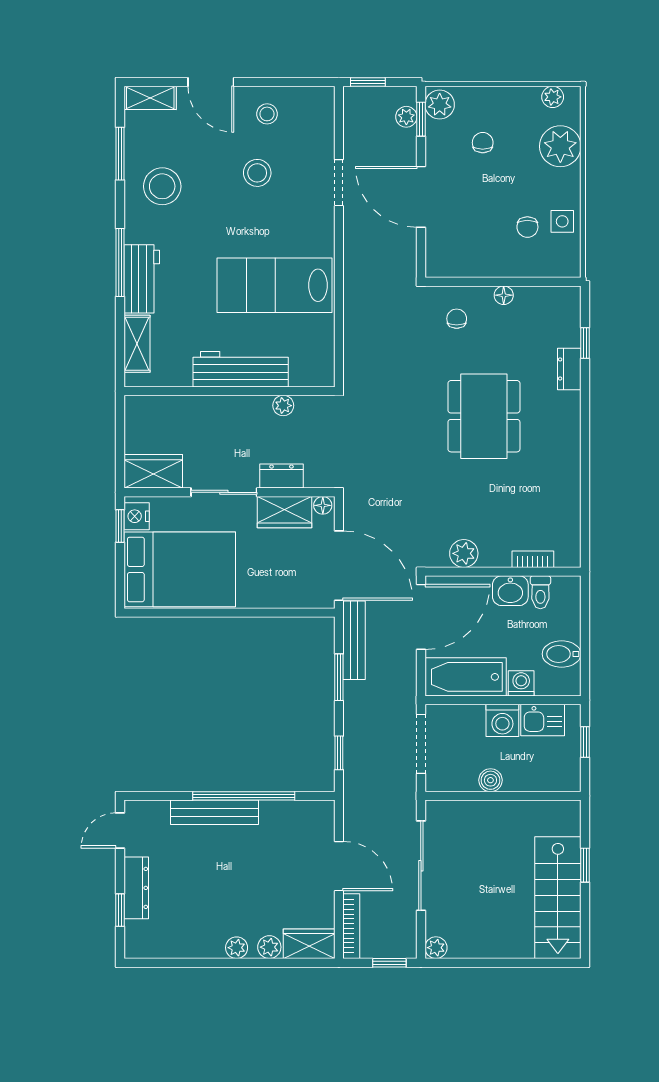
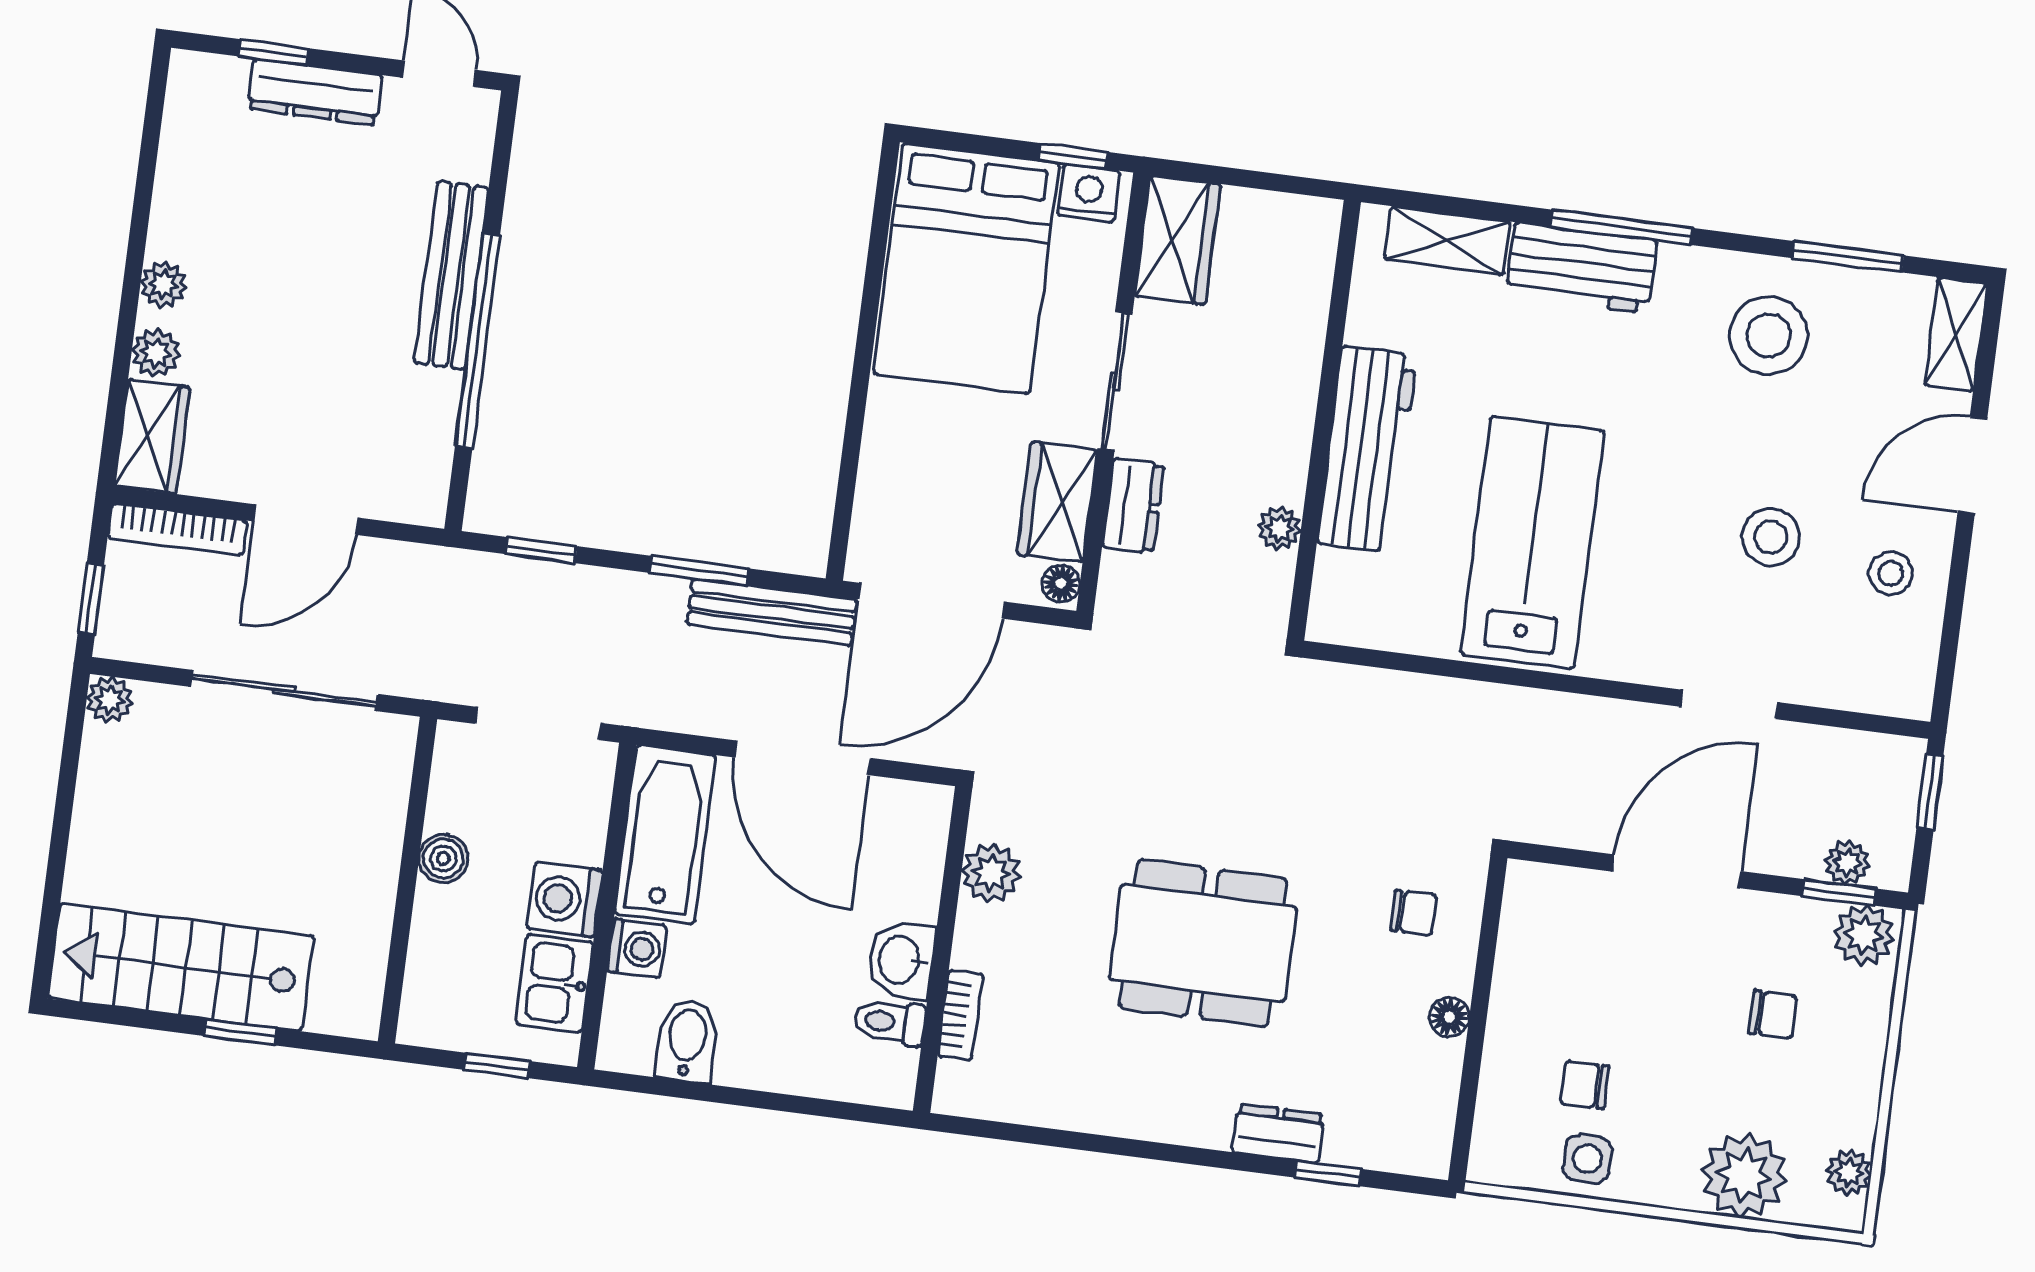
plant: (464, 553) -> (991, 873), moved
bookcase: (533, 559) -> (960, 1015), moved
wall: (503, 572) -> (943, 950), moved
washbasin: (510, 591) -> (901, 960), moved
toilet: (540, 592) -> (890, 1022), moved

